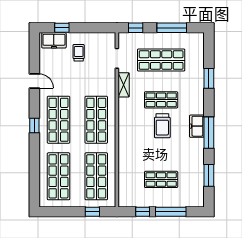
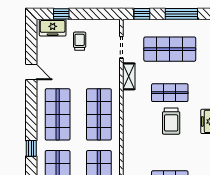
window: (34, 125) -> (31, 148), moved

